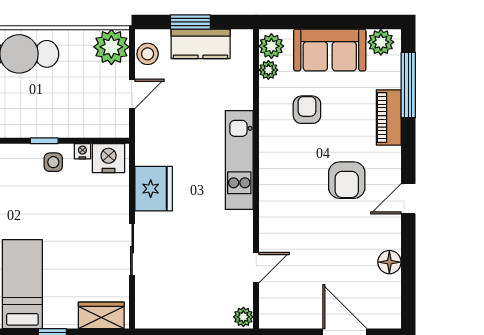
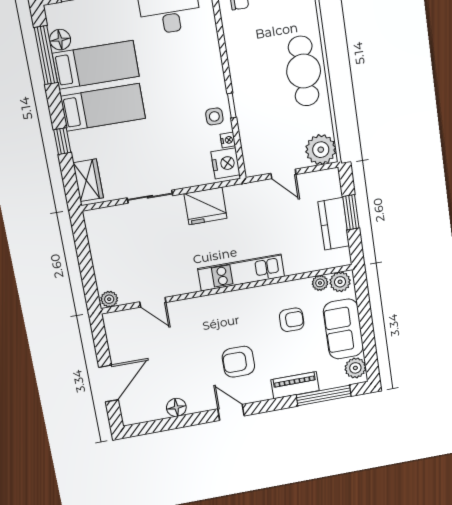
stool: (148, 54) -> (319, 181), removed

